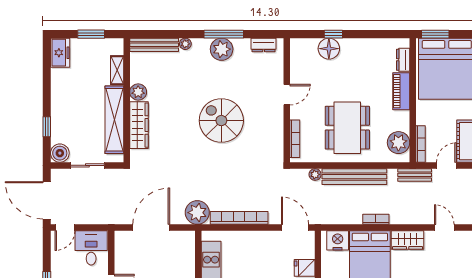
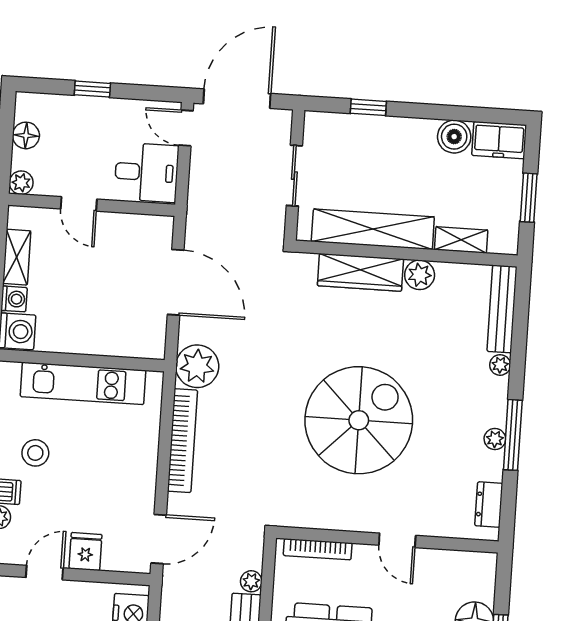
plant: (222, 49) -> (495, 439), width x0.53, depth x0.53
spiral stairs: (221, 121) -> (359, 420), width x1.37, depth x1.37
boiler: (60, 153) -> (454, 137), moved

